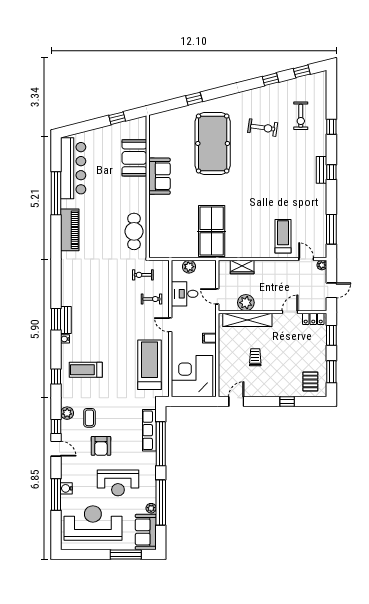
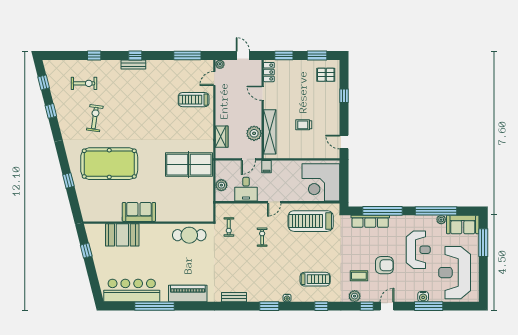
exercise bike: (151, 299) -> (262, 237), moved
bench: (66, 320) -> (234, 297), moved
filing cabinet: (209, 338) -> (267, 167), moved
treadmill: (86, 370) -> (315, 279), turned -90

